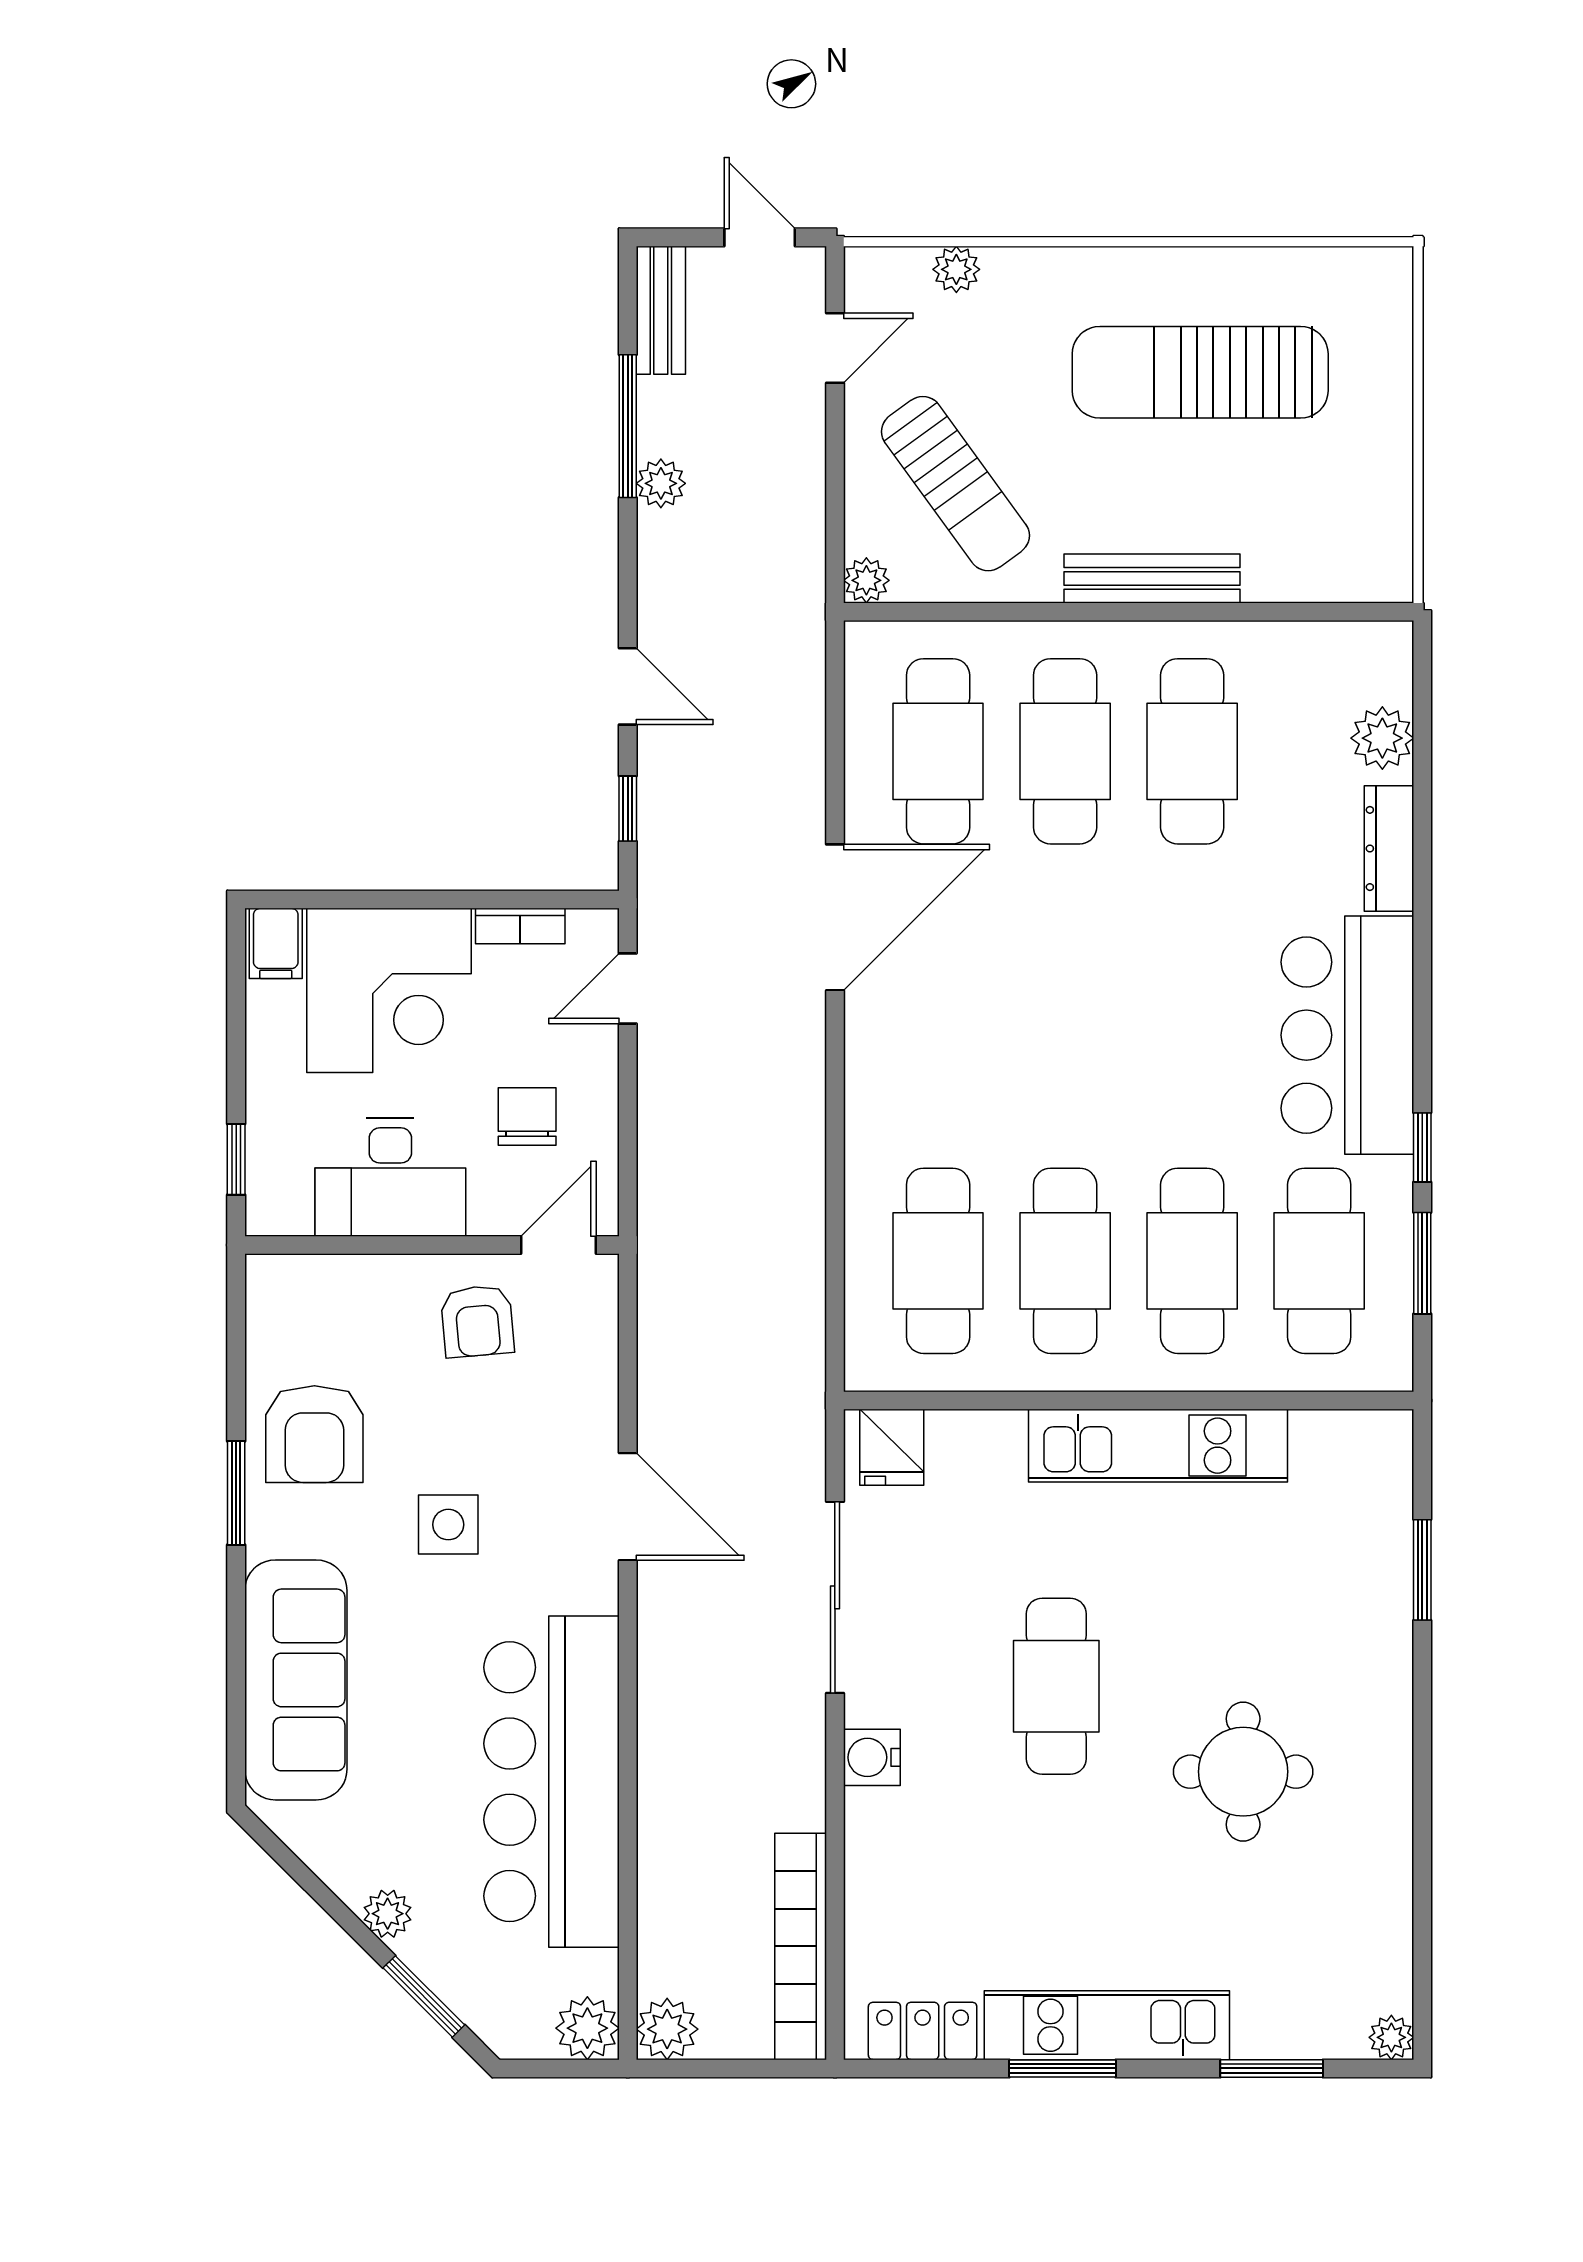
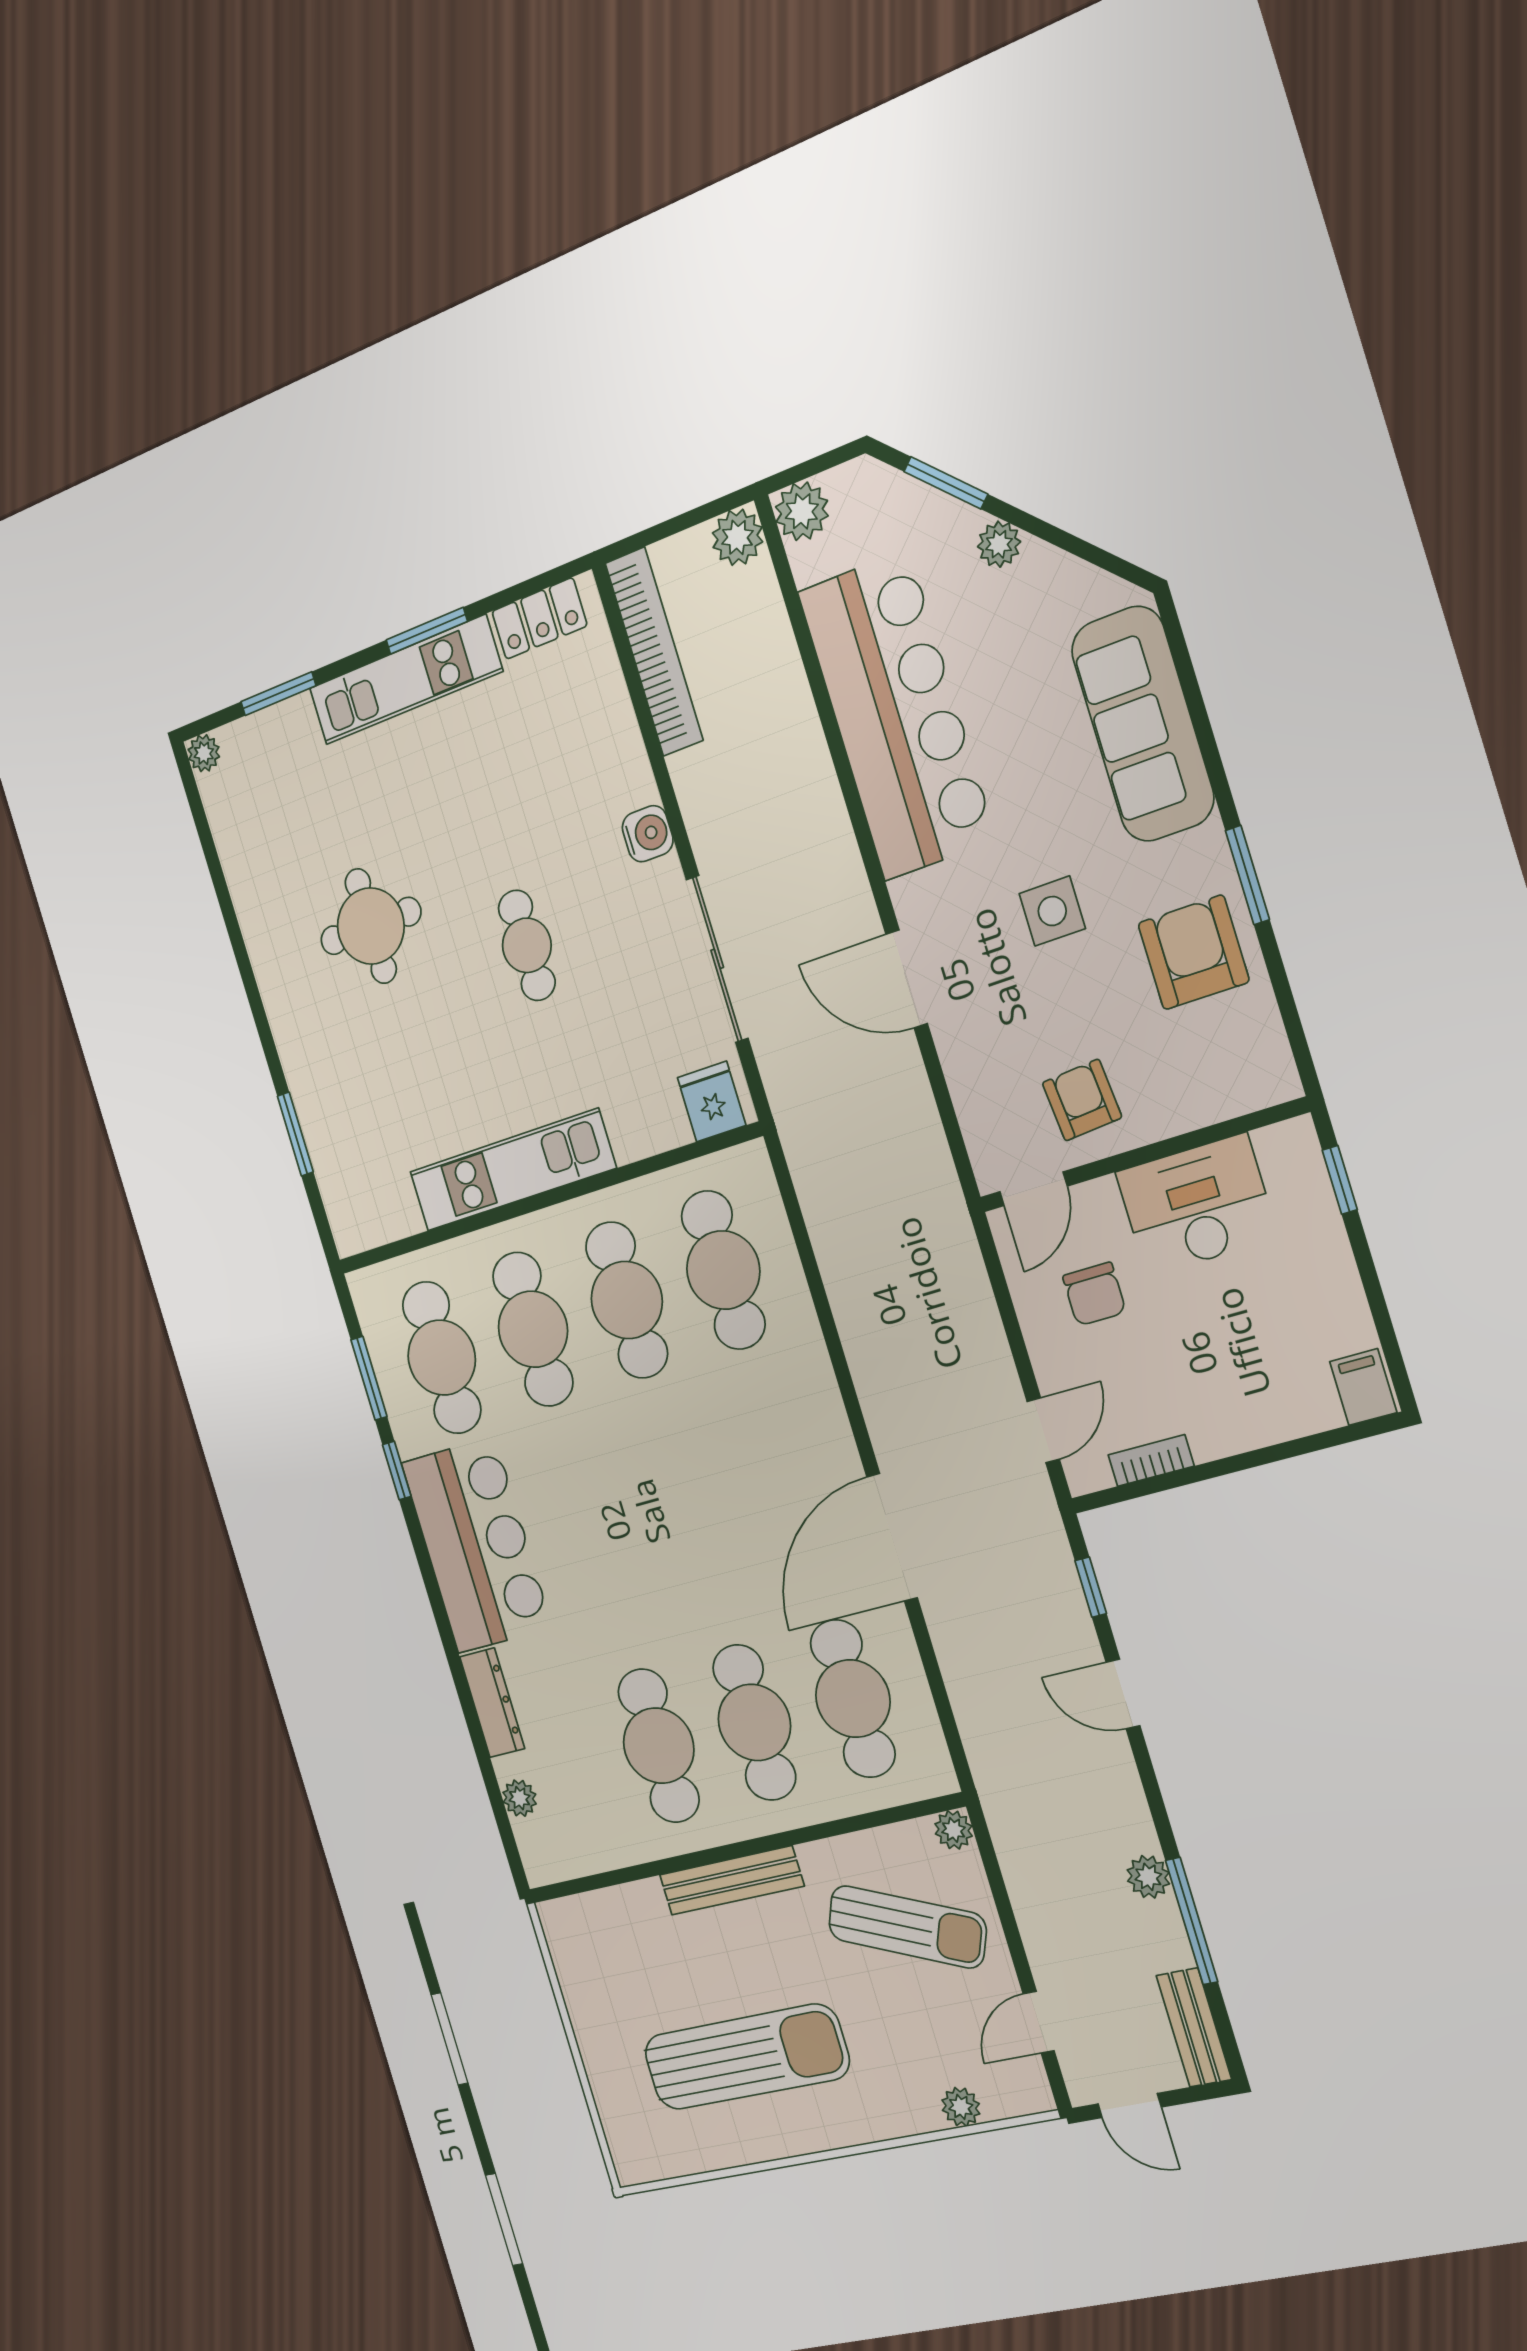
sun lounger: (955, 484) -> (907, 1927), turned 149
plant: (1382, 738) -> (520, 1798), width x0.73, depth x0.73
corner desk: (389, 990) -> (1249, 1372), removed
cafe table: (1056, 1686) -> (527, 945), width x0.73, depth x0.74

